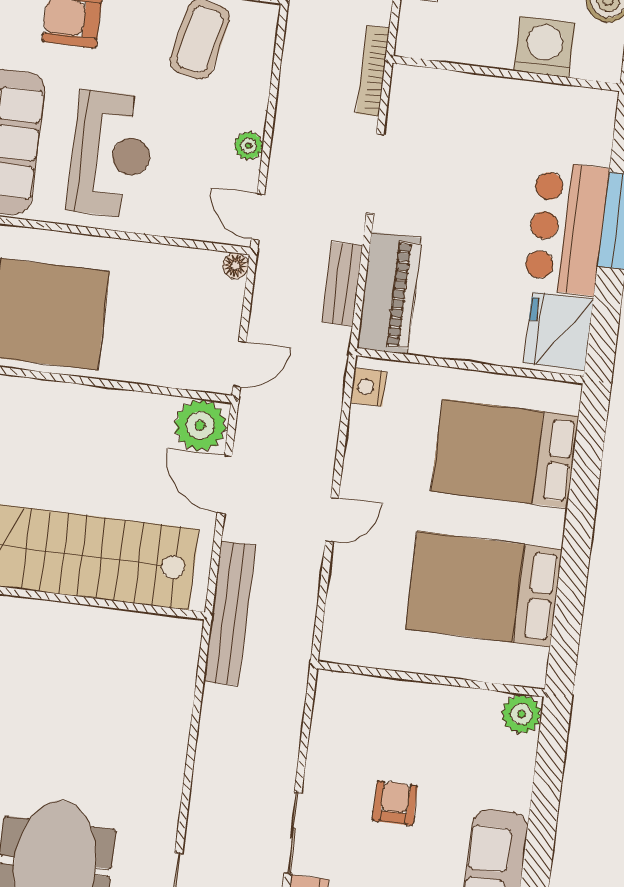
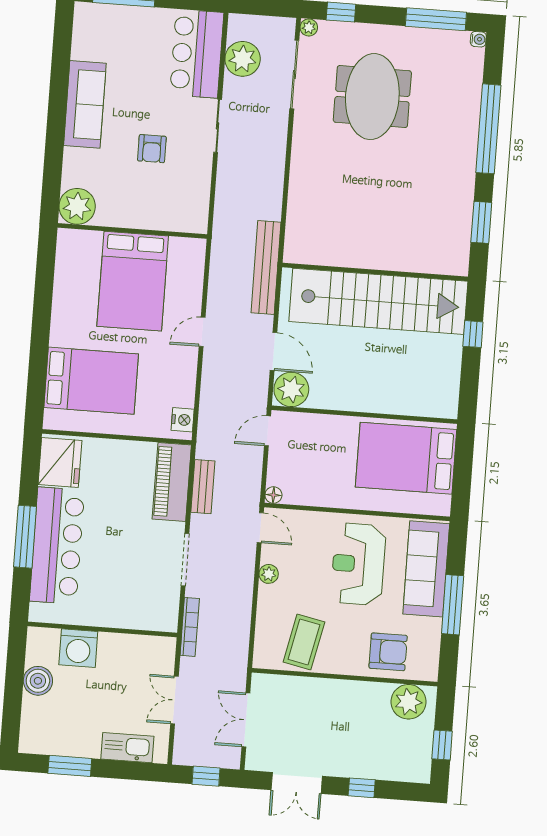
bar counter: (566, 228) -> (57, 546), width x1.36
bed: (484, 589) -> (133, 281), moved, turned 90
plant: (521, 714) -> (77, 206), width x1.36, depth x1.36

